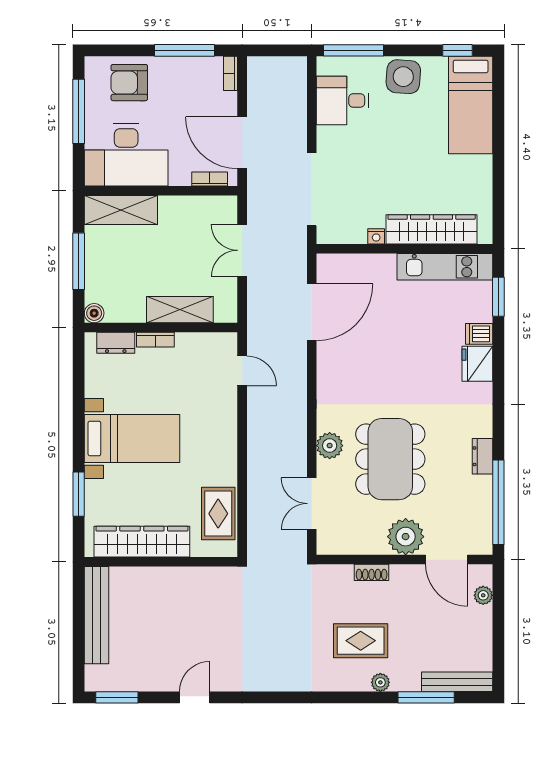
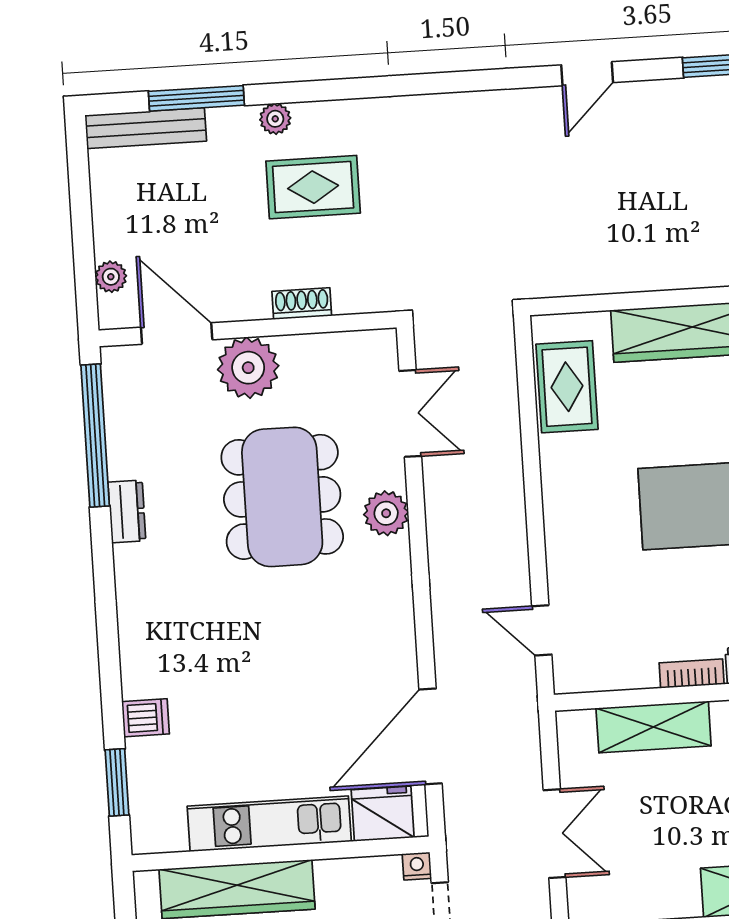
nightstand: (376, 236) -> (417, 866), moved
kitchen unit: (445, 267) -> (269, 824), moved
fridge: (477, 364) -> (383, 814), moved, turned -90

